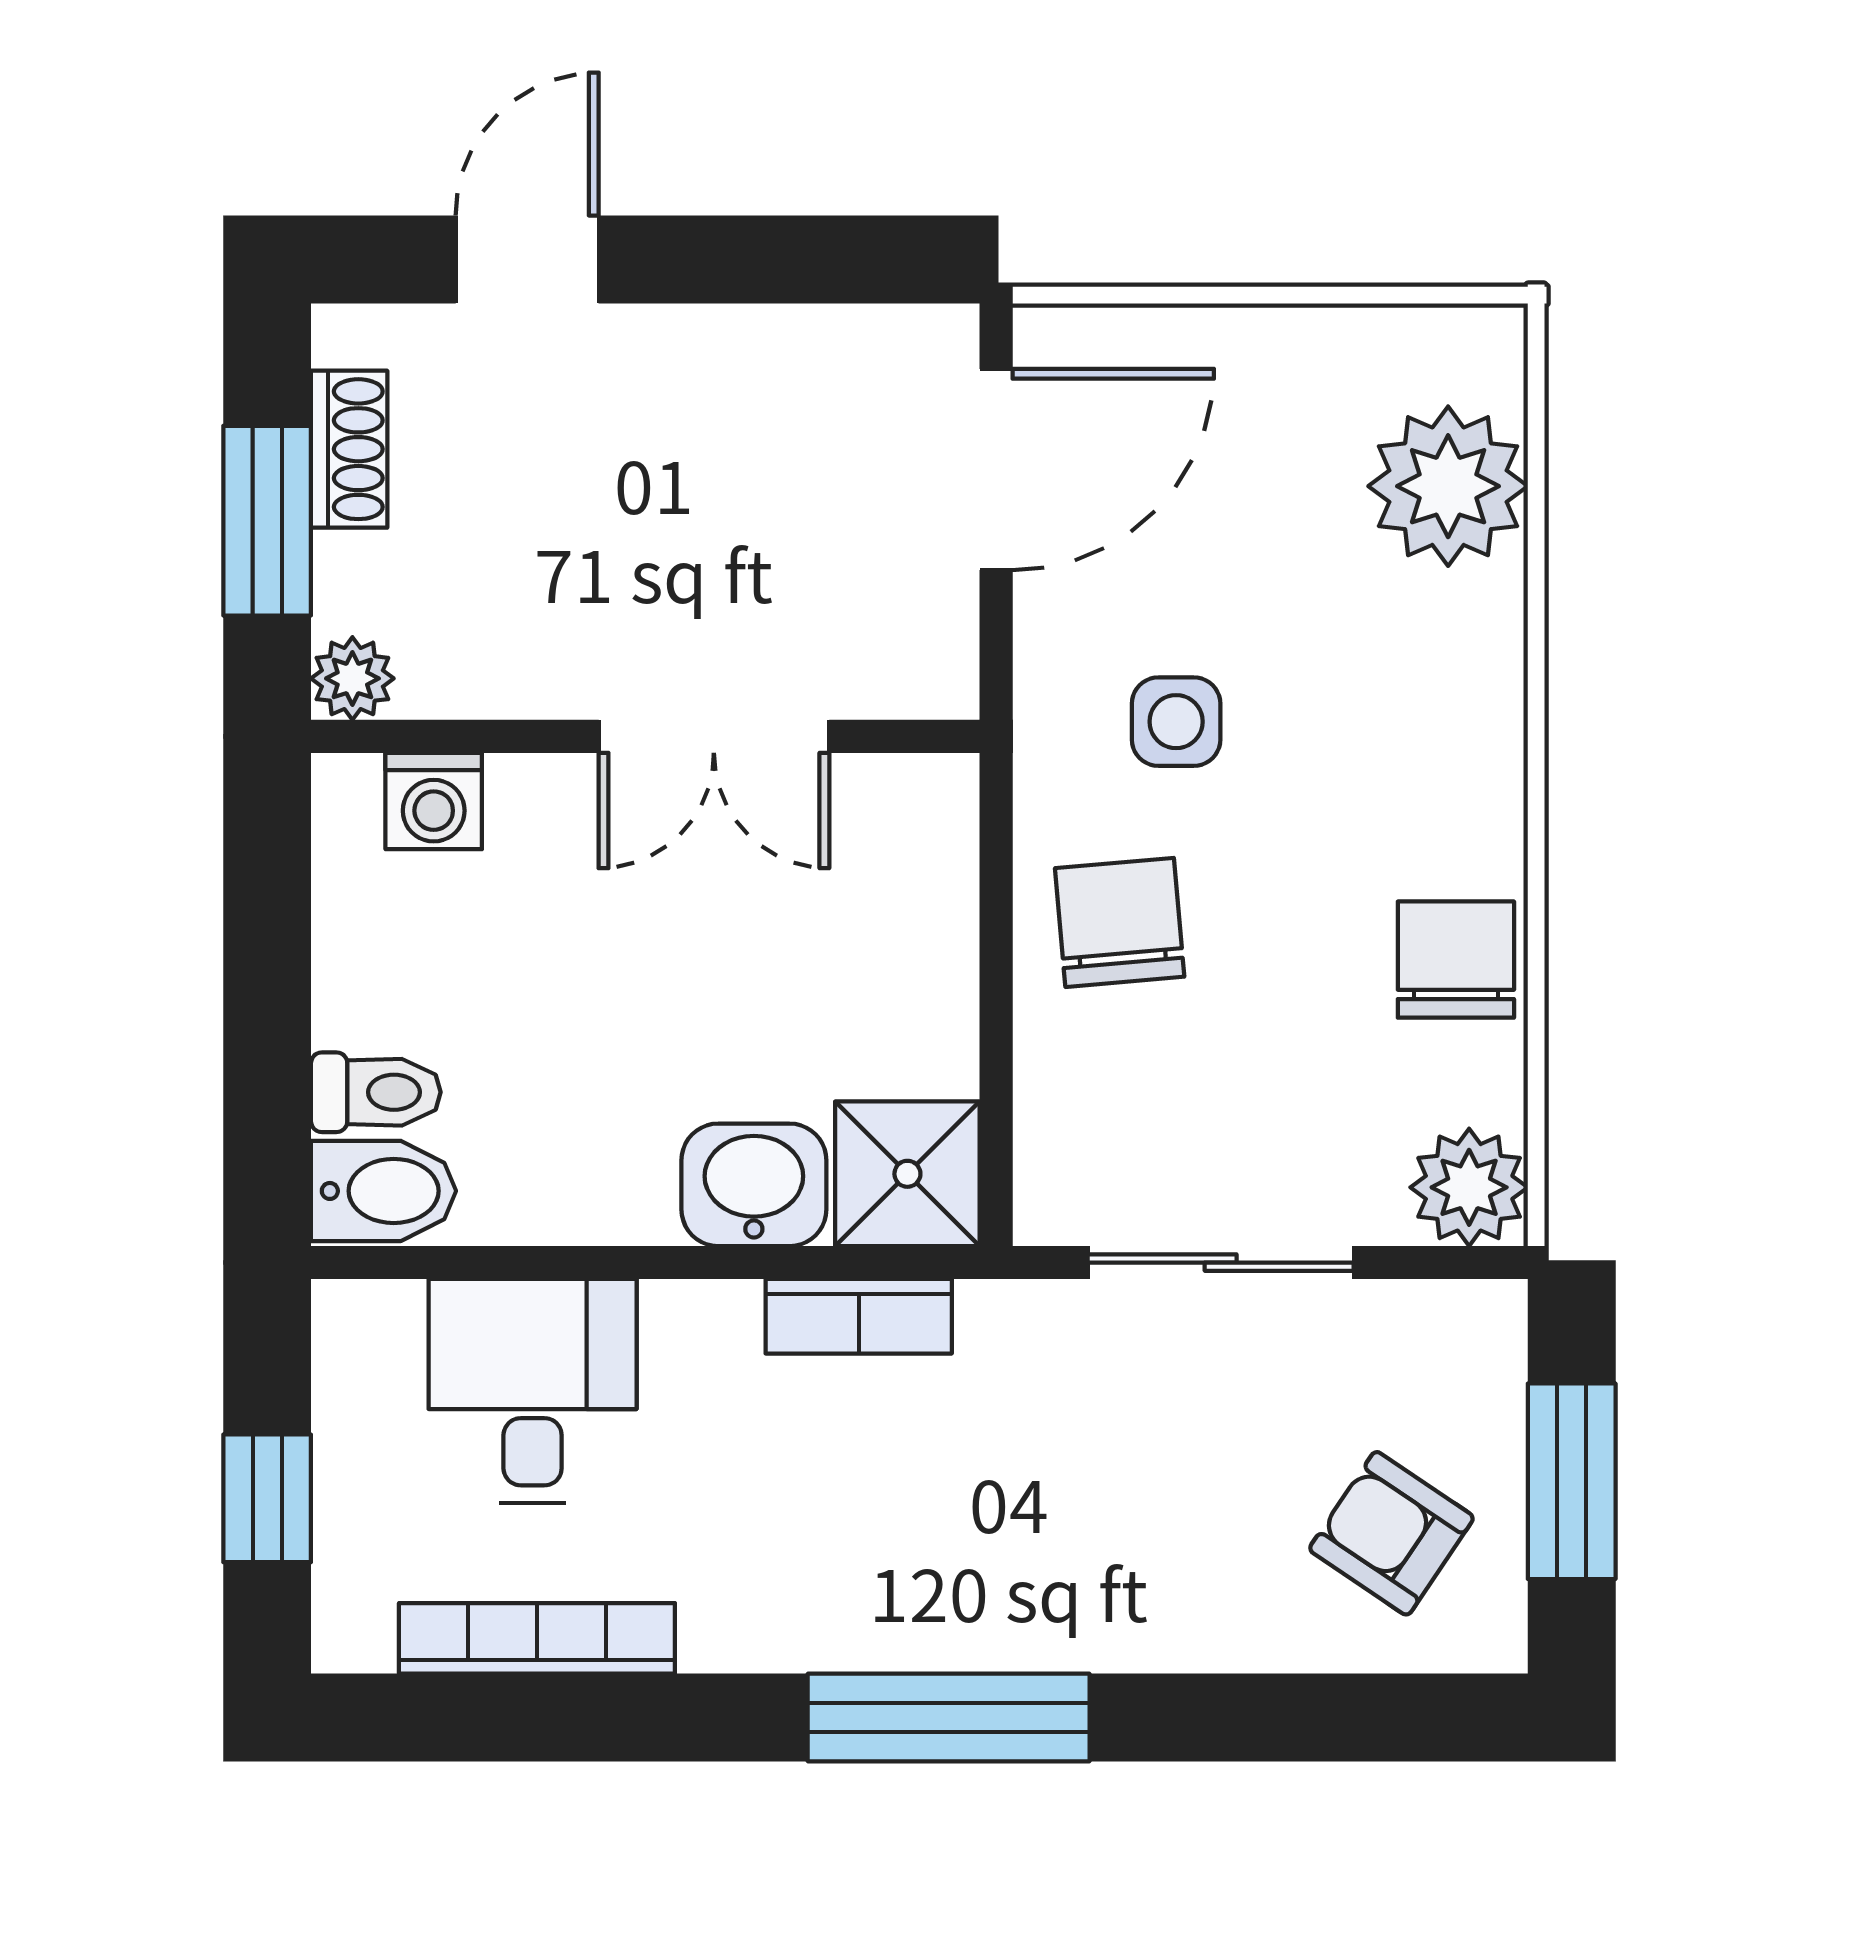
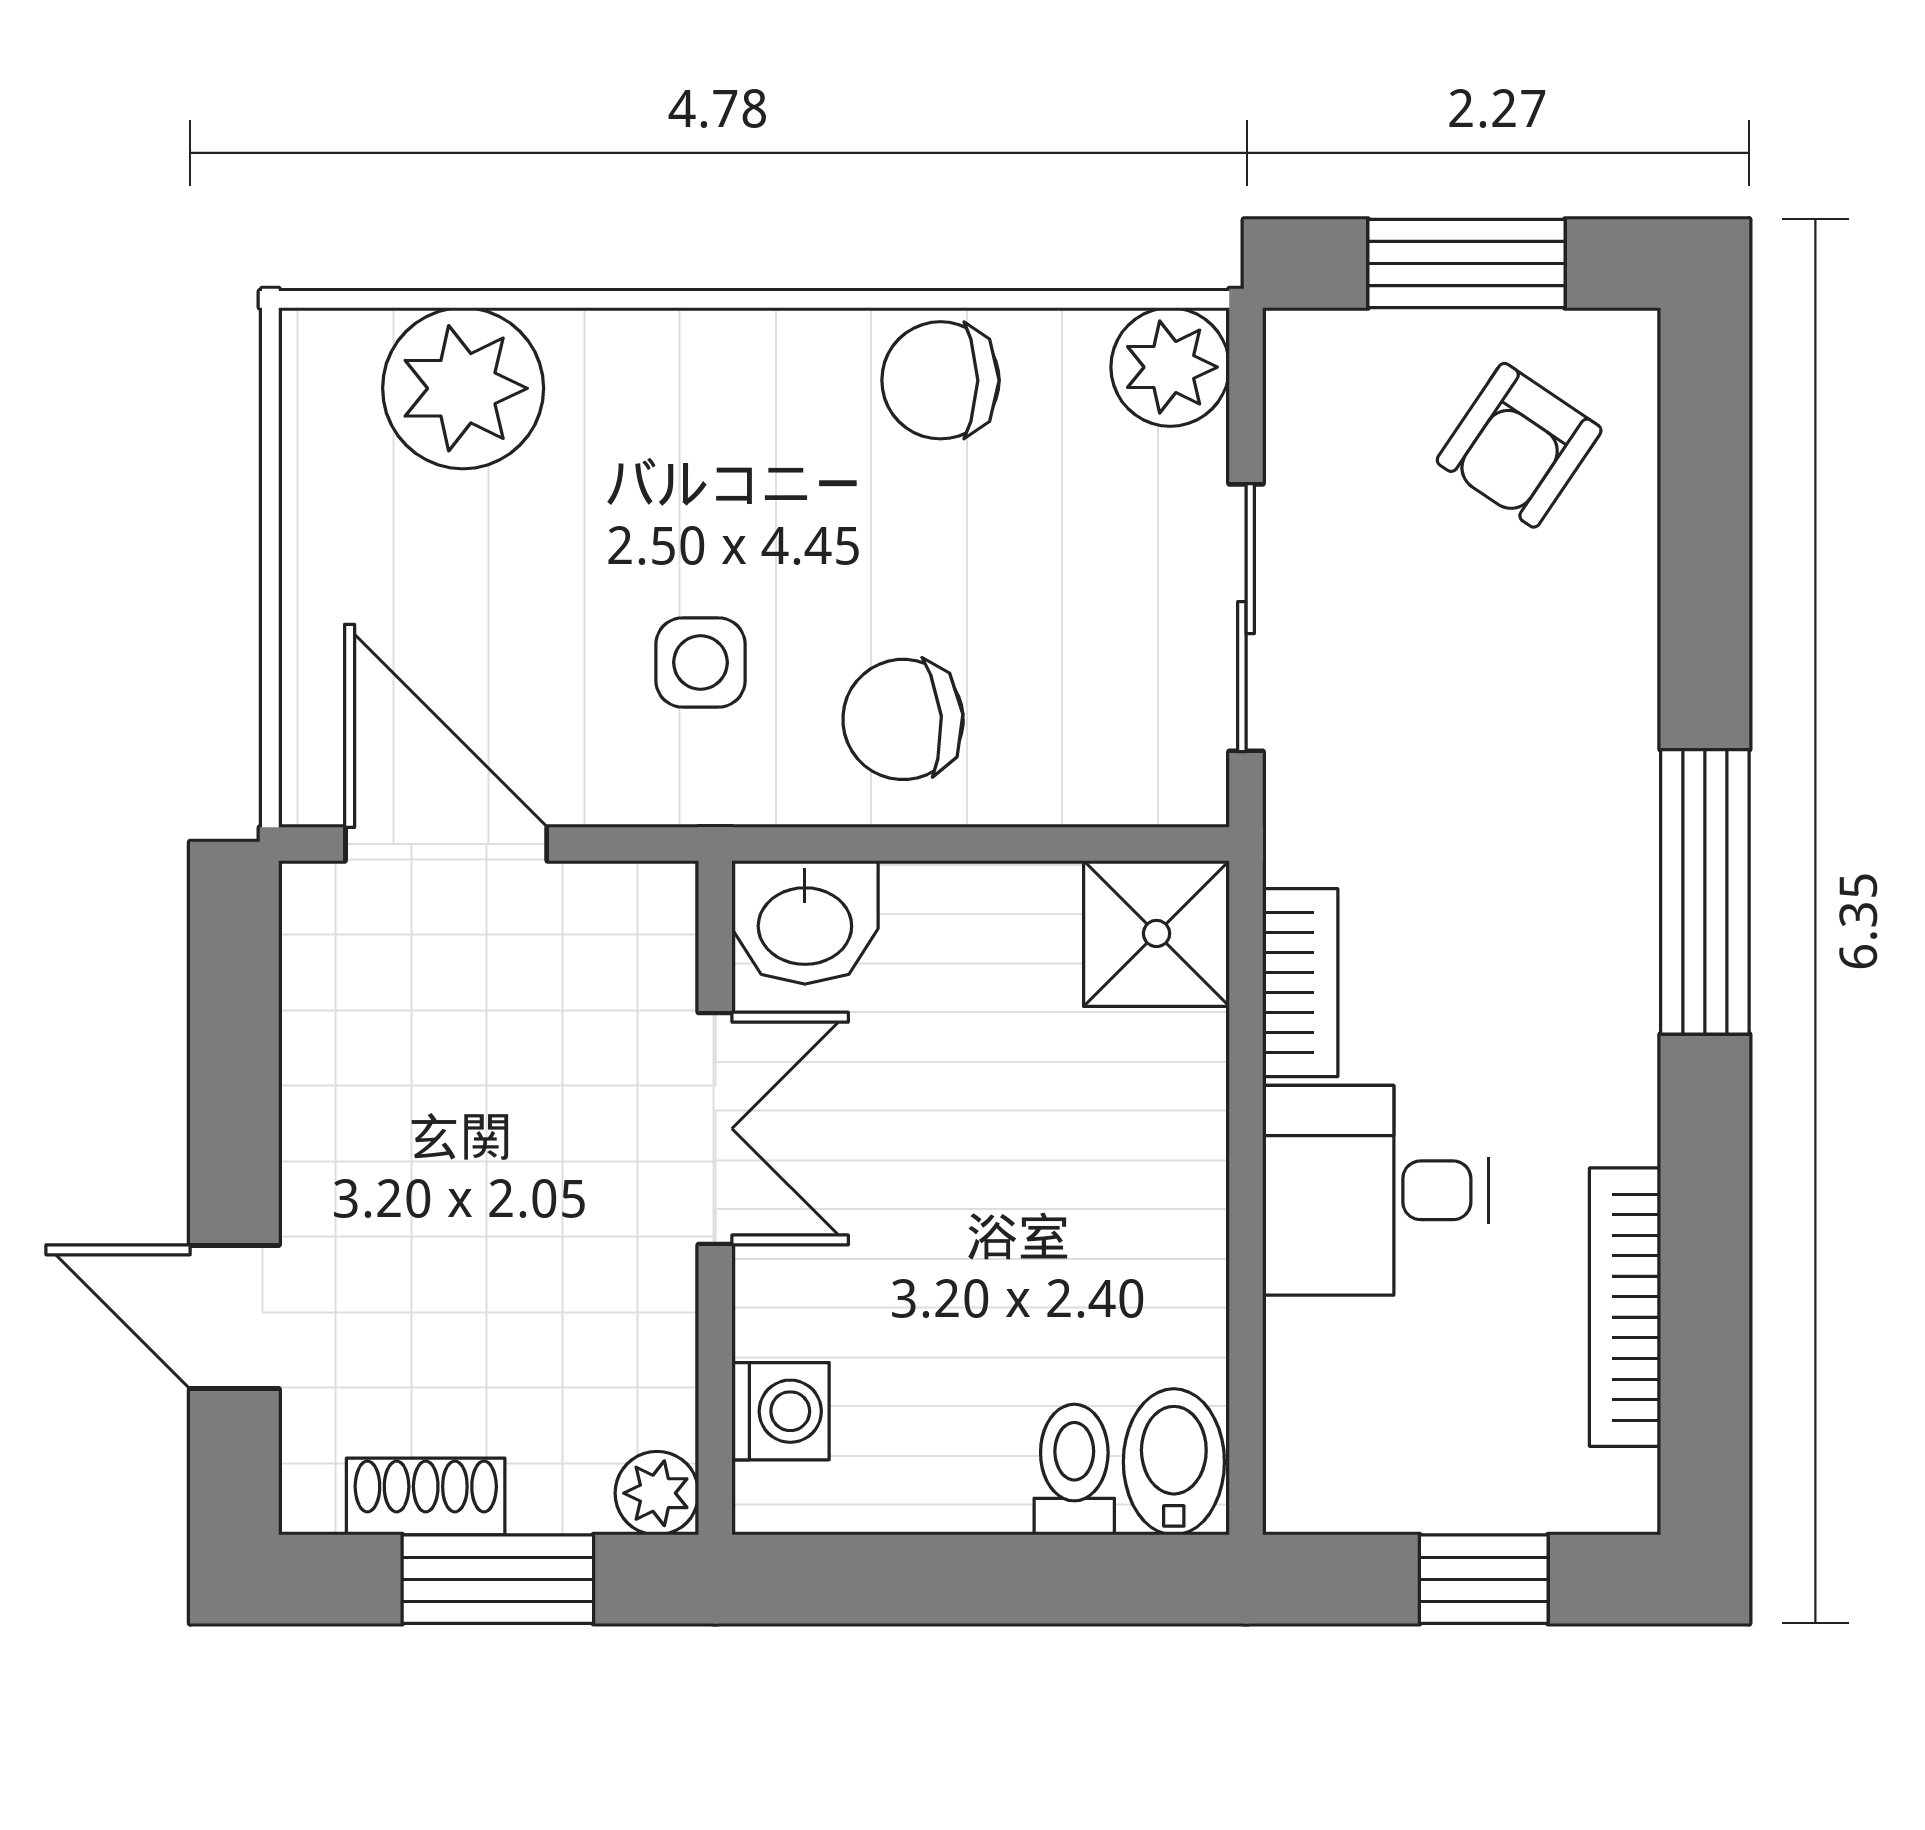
washbasin: (754, 1185) -> (805, 922), moved, turned -90
desk: (533, 1391) -> (1376, 1190), moved

